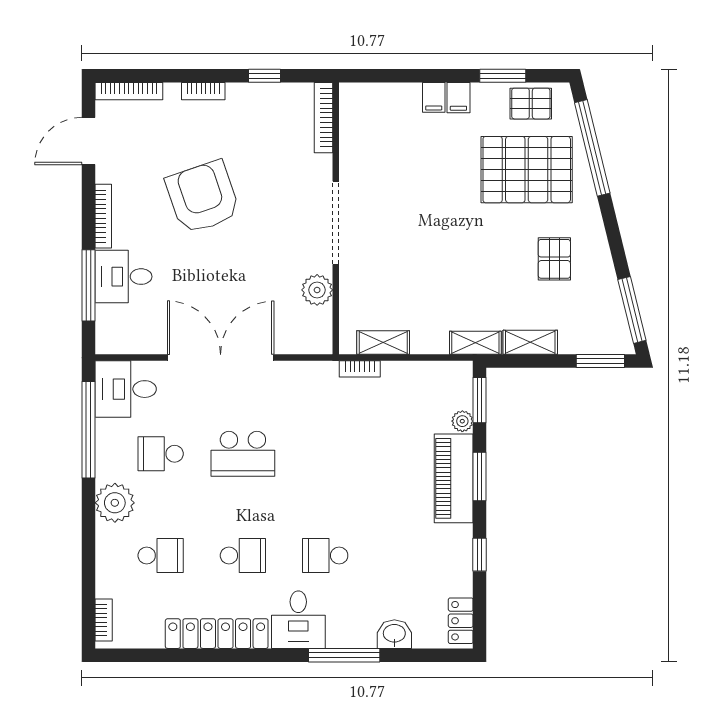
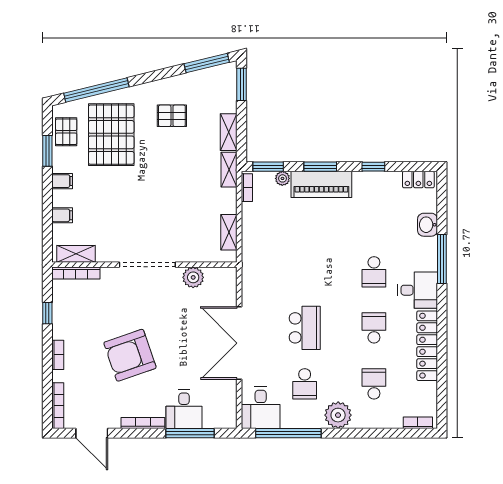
filing cabinet: (434, 97) -> (62, 215), moved
shelving: (351, 118) -> (76, 254), added
bookcase: (360, 369) -> (247, 188), moved

